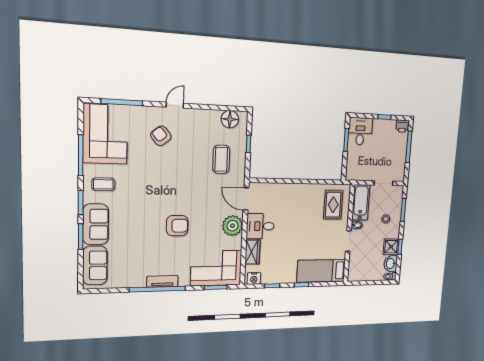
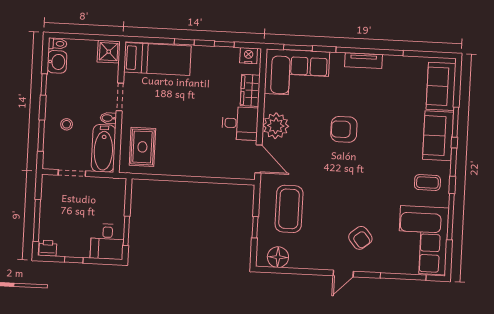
coffee table: (221, 159) -> (289, 209), width x1.36, depth x1.32
shower: (391, 247) -> (109, 52), moved

